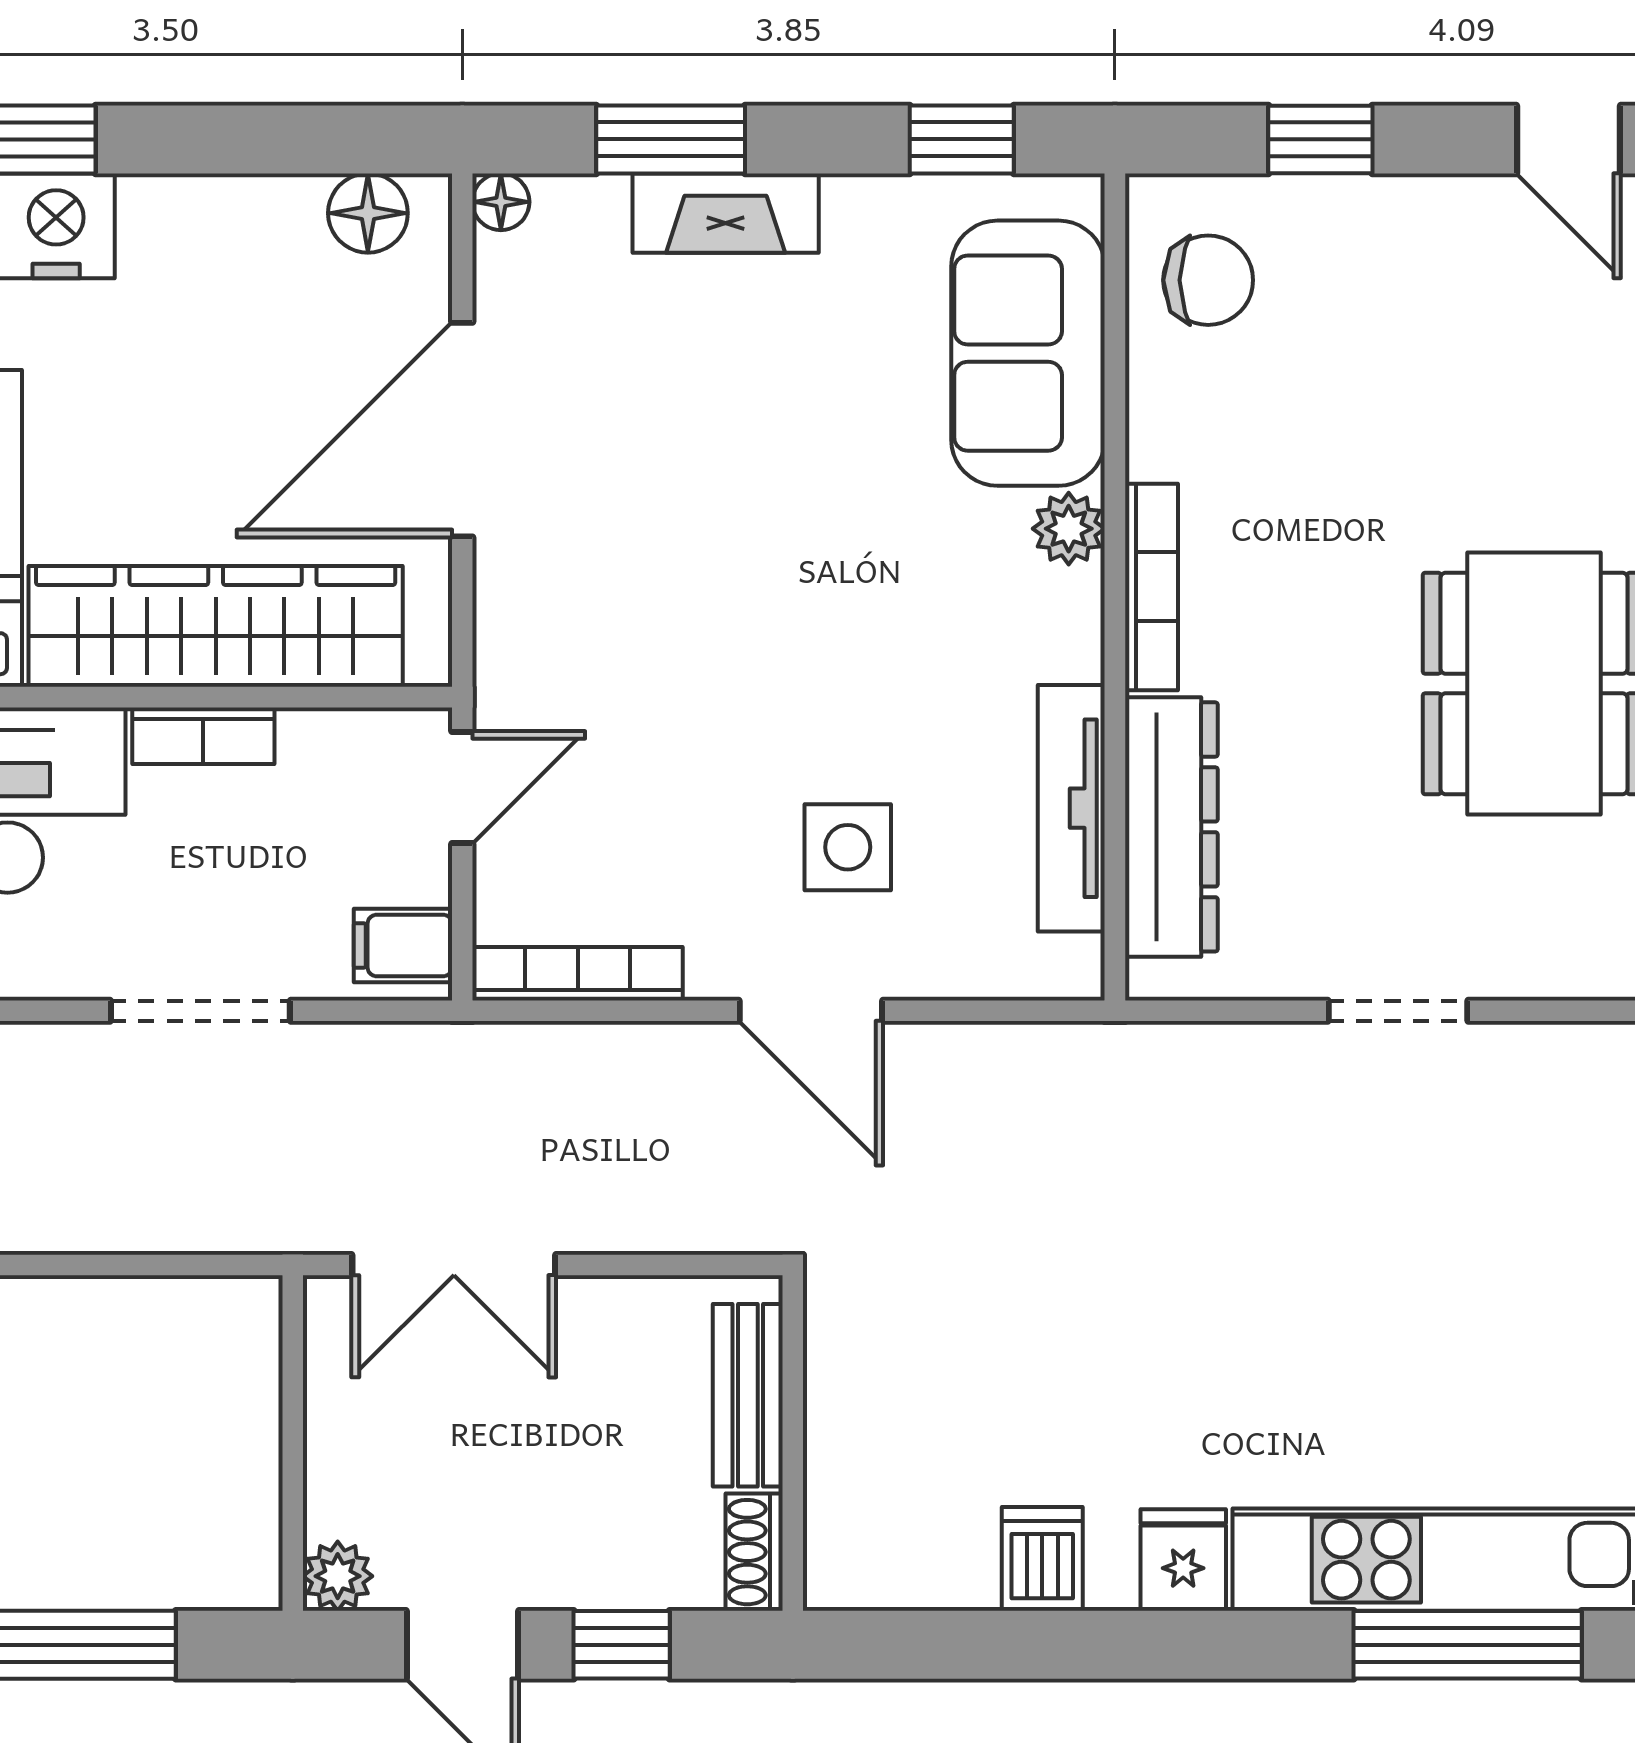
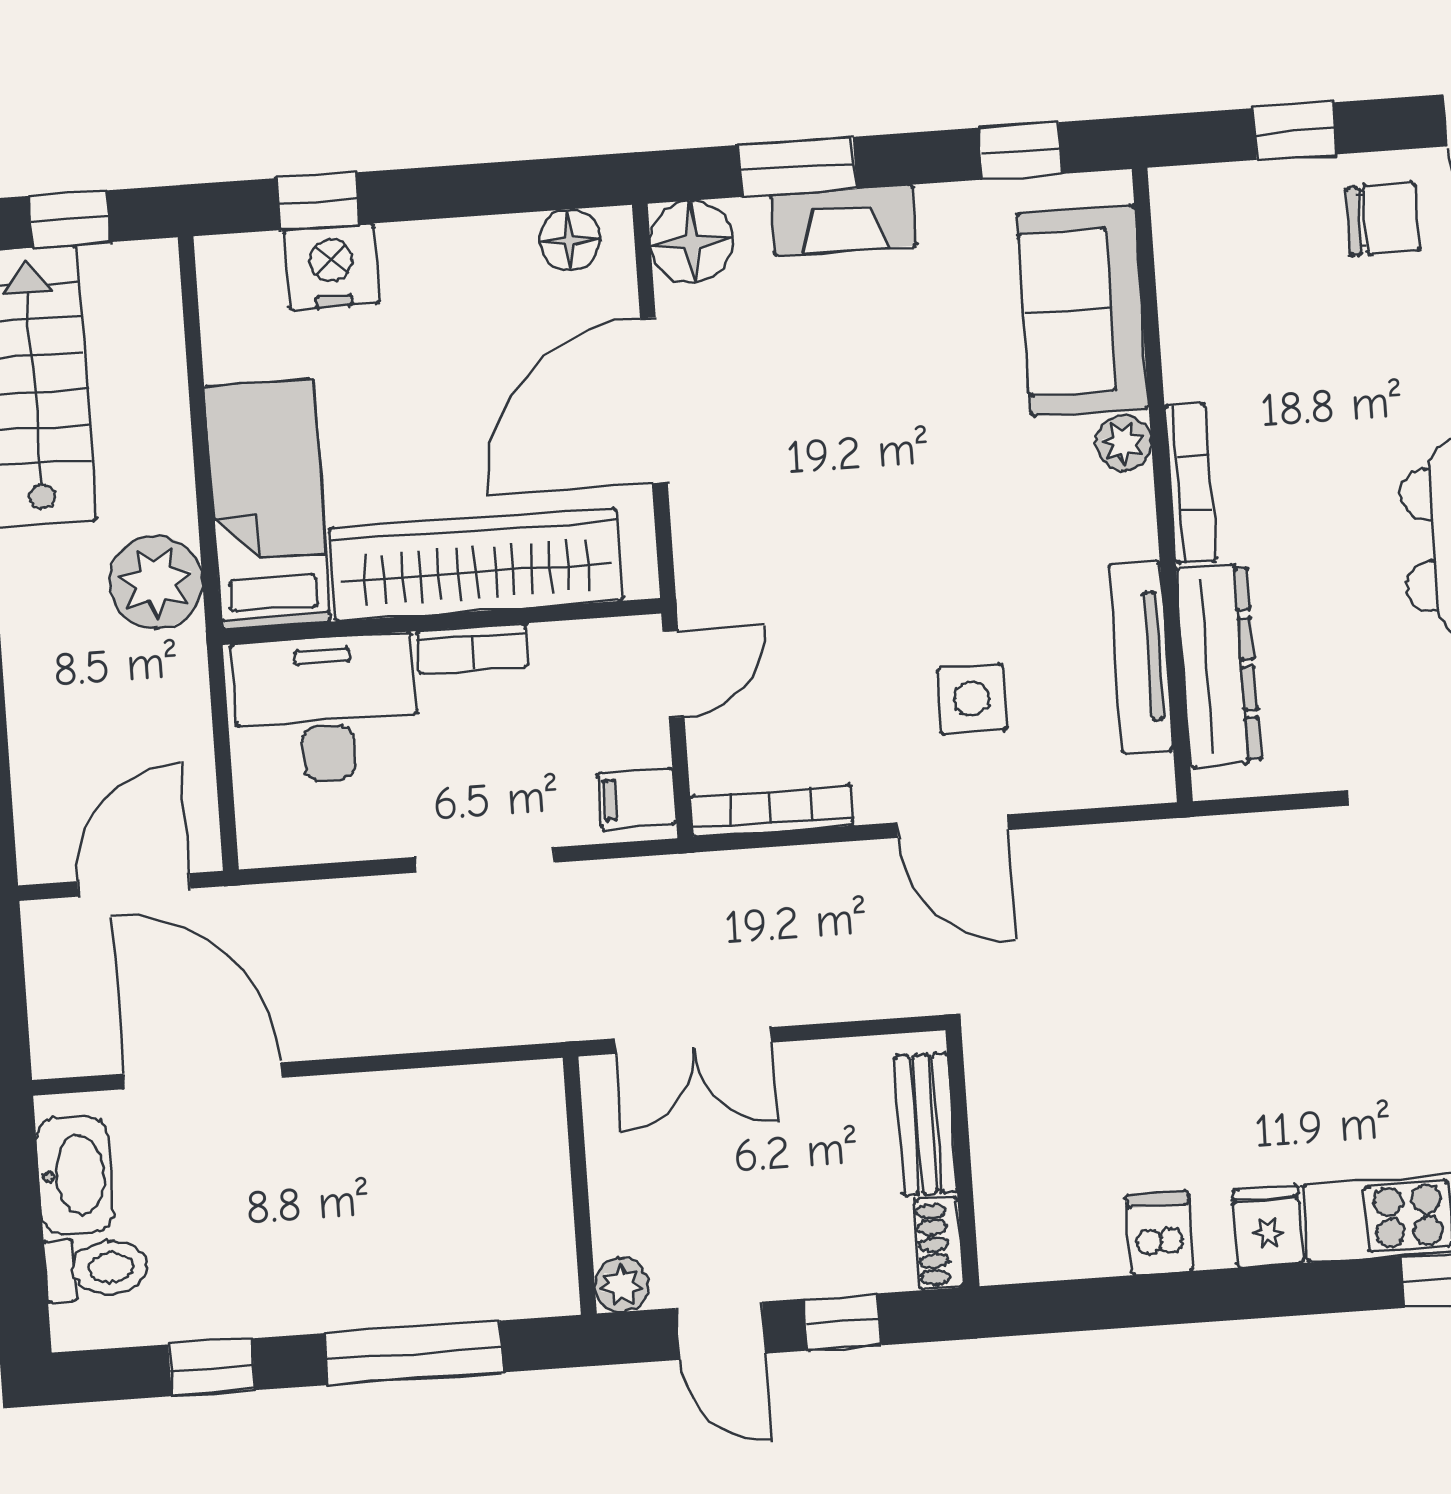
floor lamp: (501, 202) -> (692, 242), width x1.89, depth x1.89
chair: (1208, 280) -> (1383, 219), moved

